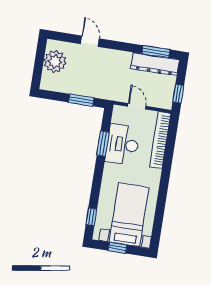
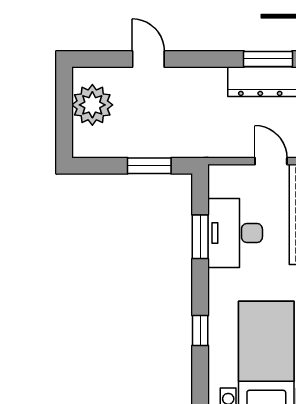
door: (137, 106) -> (271, 161), moved
window: (91, 217) -> (200, 331), moved

